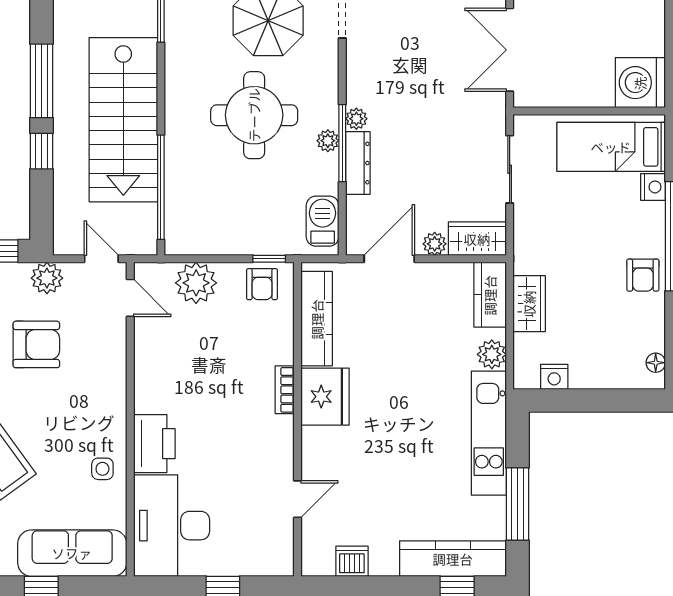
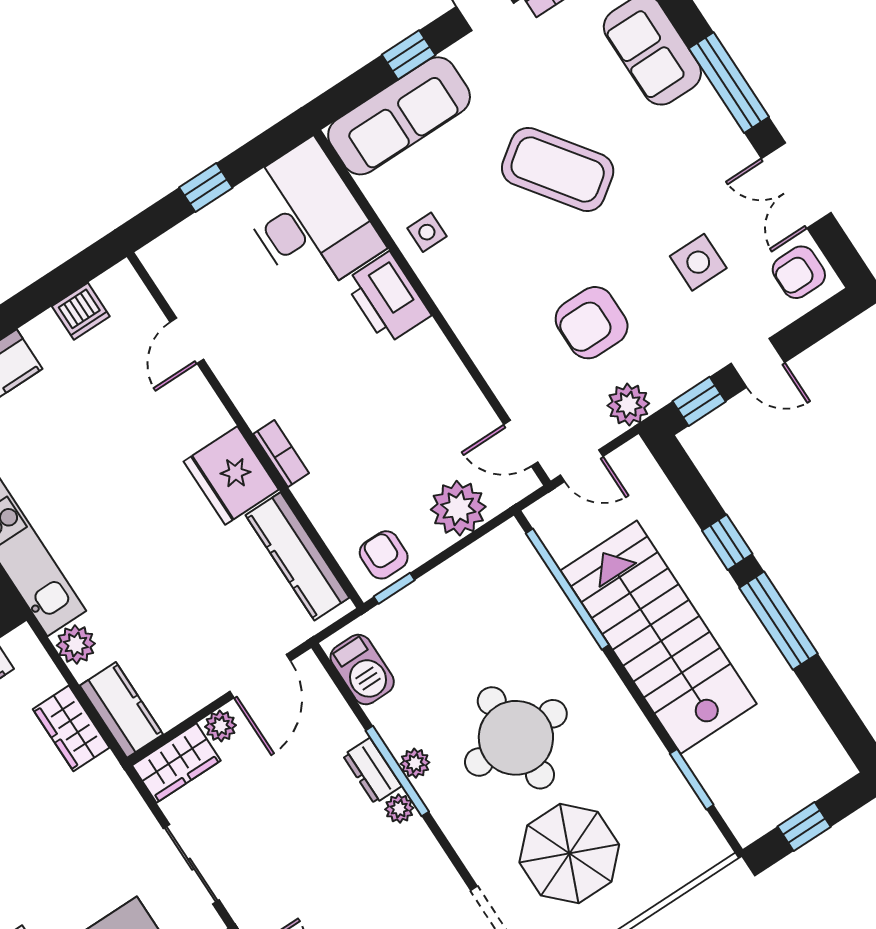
dresser: (358, 163) -> (372, 771), width x0.70

